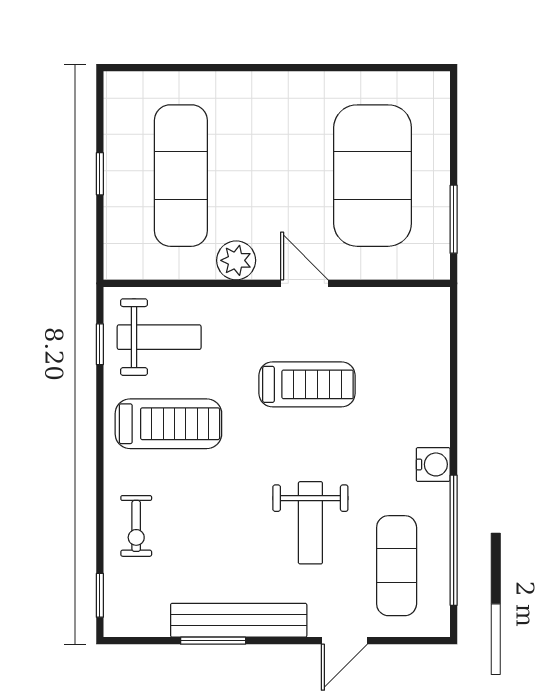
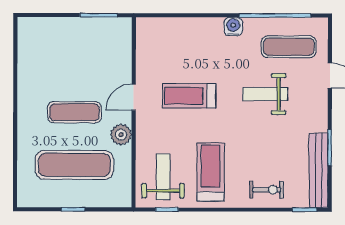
exercise mat: (373, 176) -> (74, 112), moved, width x0.50, depth x0.69
treadmill: (307, 384) -> (189, 96), turned -90
weight bench: (310, 523) -> (265, 94), turned 180
bench: (239, 620) -> (318, 170), moved

